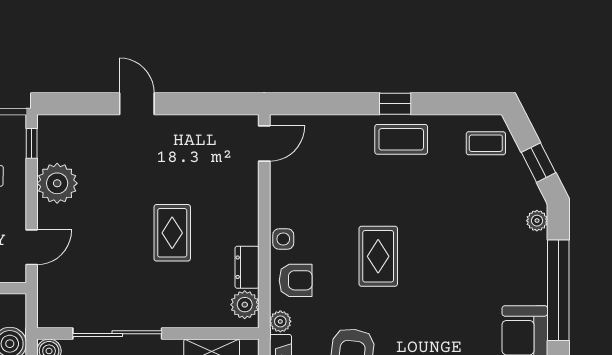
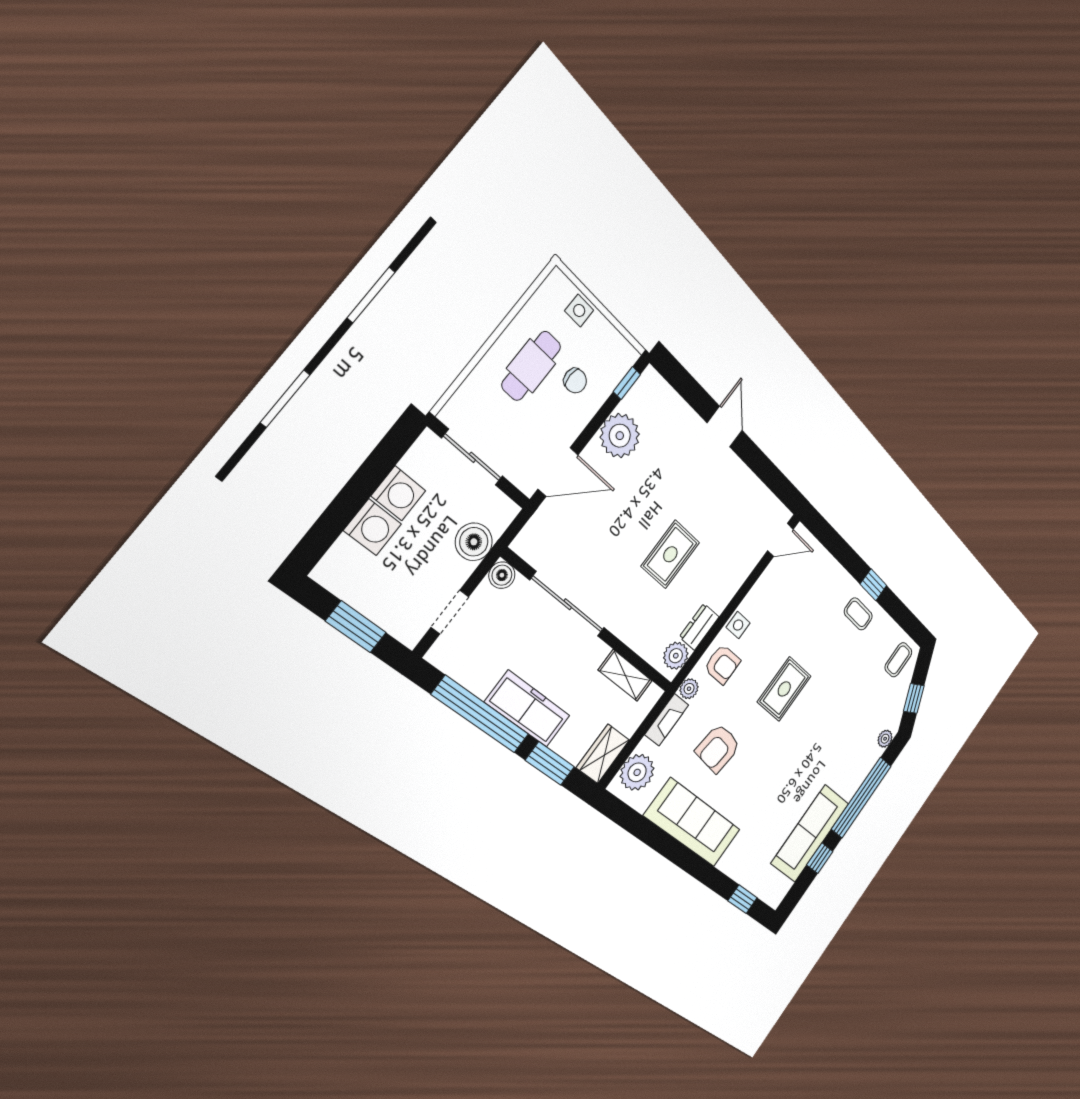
coffee table: (401, 139) -> (858, 614), width x0.73, depth x0.77
coffee table: (486, 143) -> (898, 660), turned 90
door: (32, 247) -> (558, 472), width x1.38

